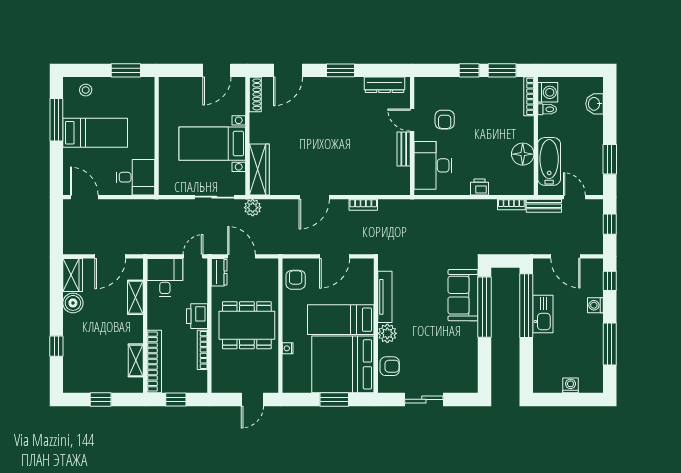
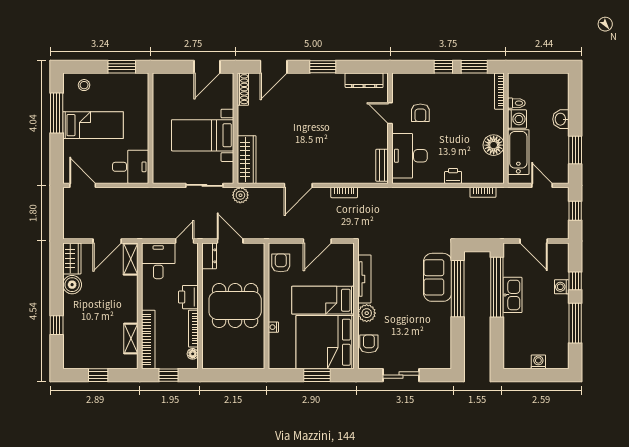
washing machine: (548, 92) -> (517, 119), moved
washbasin: (595, 104) -> (561, 119), moved
bench: (404, 149) -> (382, 165), moved
bench: (544, 206) -> (513, 193), removed
window: (610, 281) -> (575, 281), moved
shelving: (135, 297) -> (131, 259), moved
armchair: (390, 366) -> (369, 344), turned -90
floor lamp: (202, 377) -> (193, 354), added
door: (252, 399) -> (240, 375), removed

